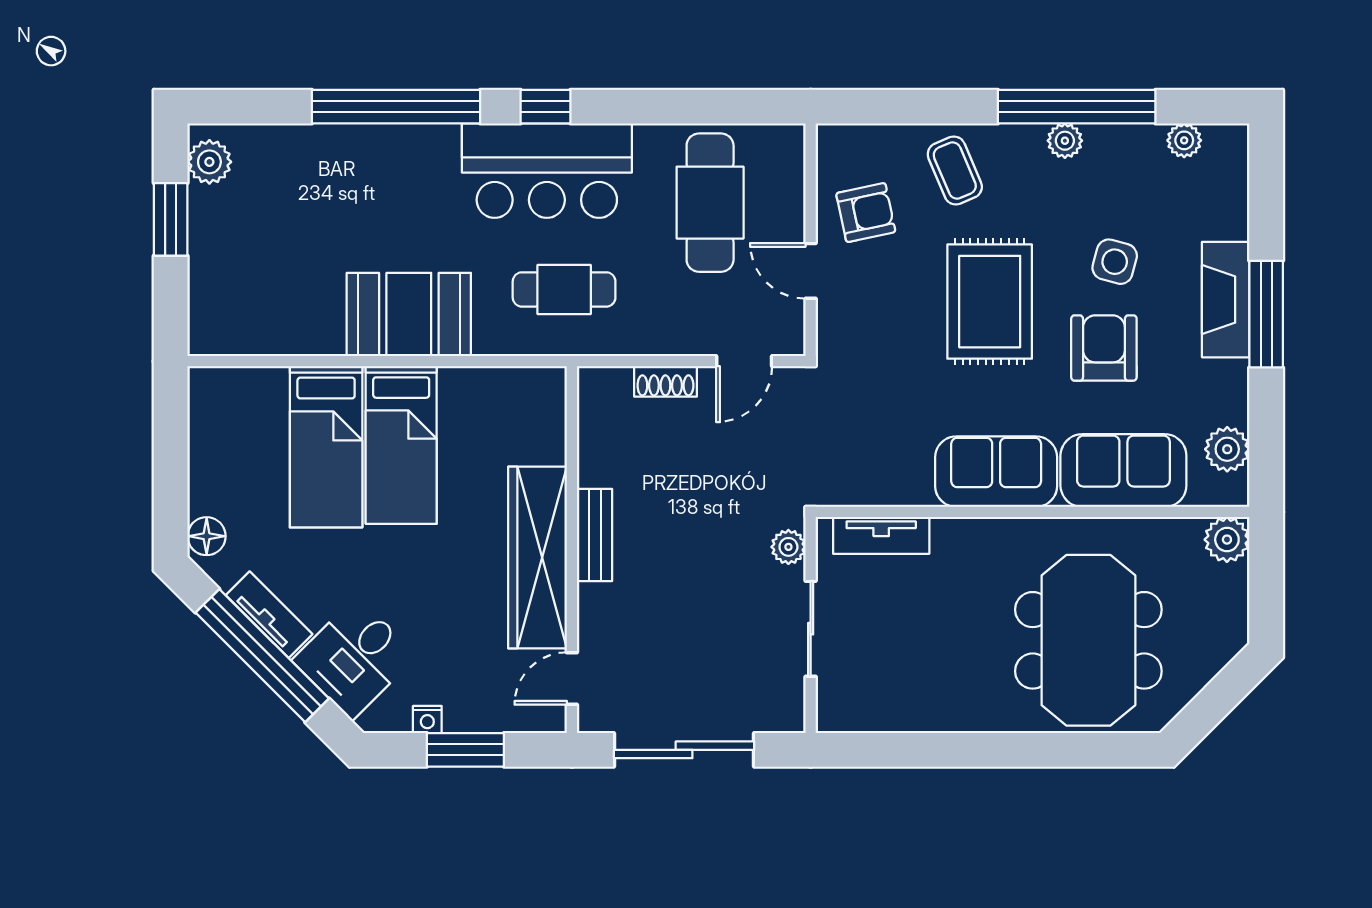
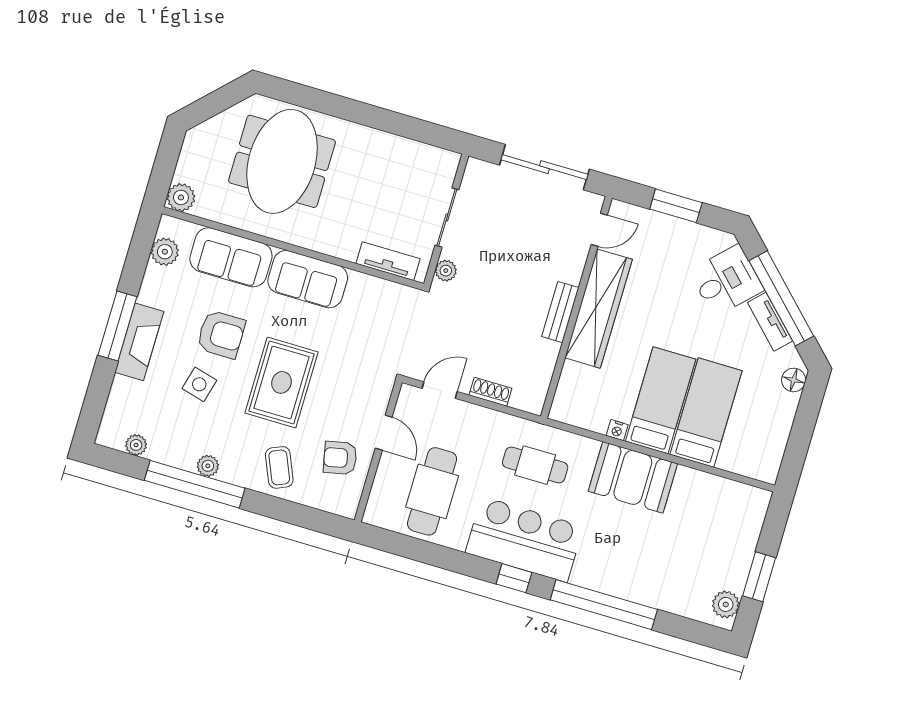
armchair: (1104, 348) -> (221, 334), turned -90
nightstand: (427, 720) -> (617, 430), moved, turned 180

